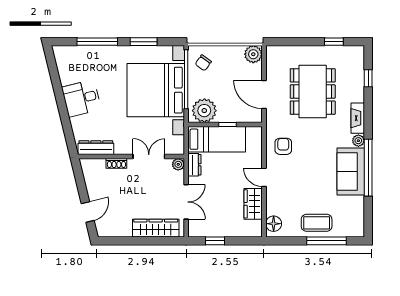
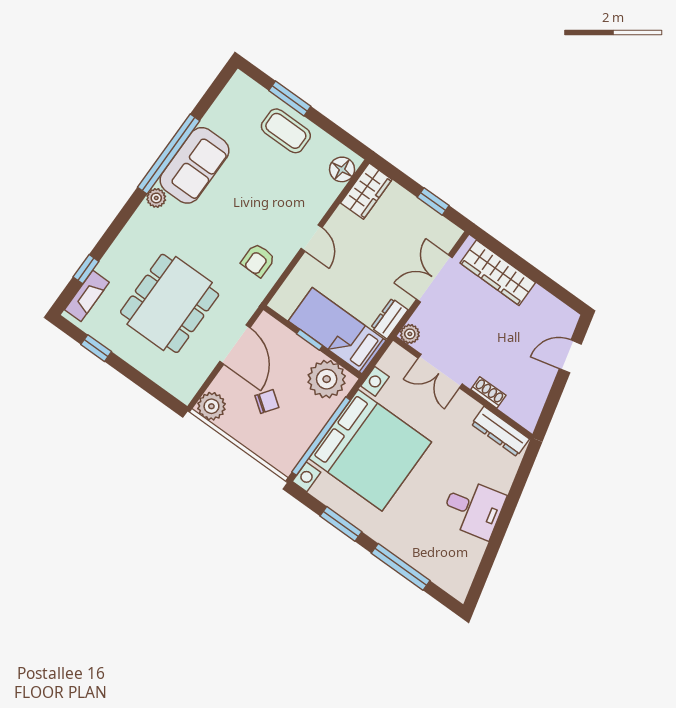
chair: (203, 63) -> (267, 402), moved
fireplace: (358, 118) -> (87, 296), moved
wardrobe: (253, 204) -> (366, 191), moved
window: (327, 241) -> (290, 98), width x0.69

